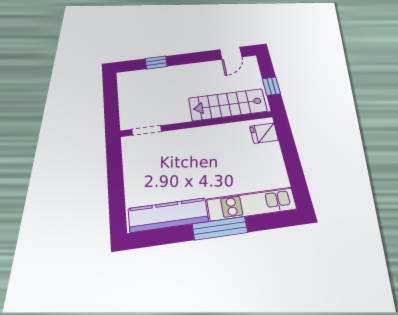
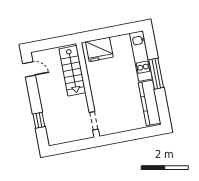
window: (271, 86) -> (57, 42), removed
fridge: (264, 133) -> (99, 49), width x1.88, depth x1.34

